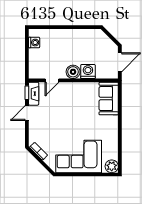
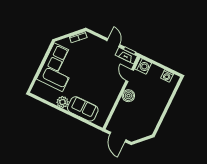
washing machine: (88, 72) -> (143, 66), moved
sofa: (109, 99) -> (83, 109), moved
plant: (112, 166) -> (63, 102), moved

